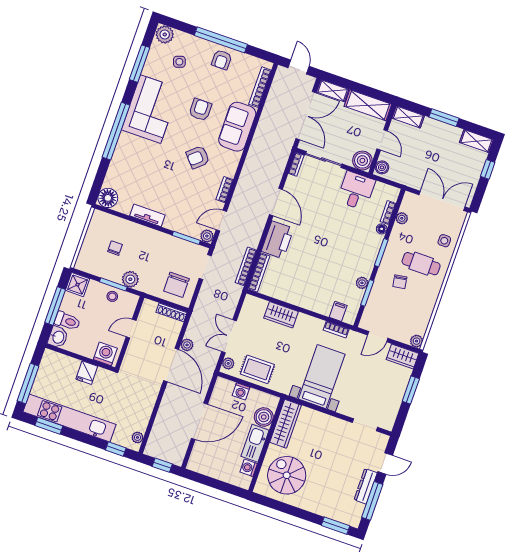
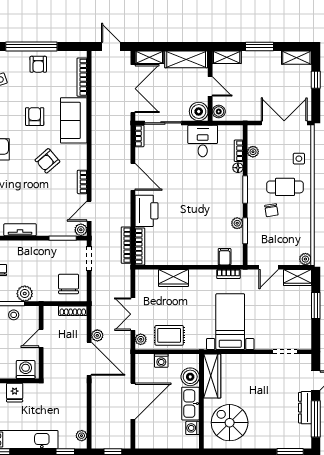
chair: (176, 285) -> (69, 284), turned 180

